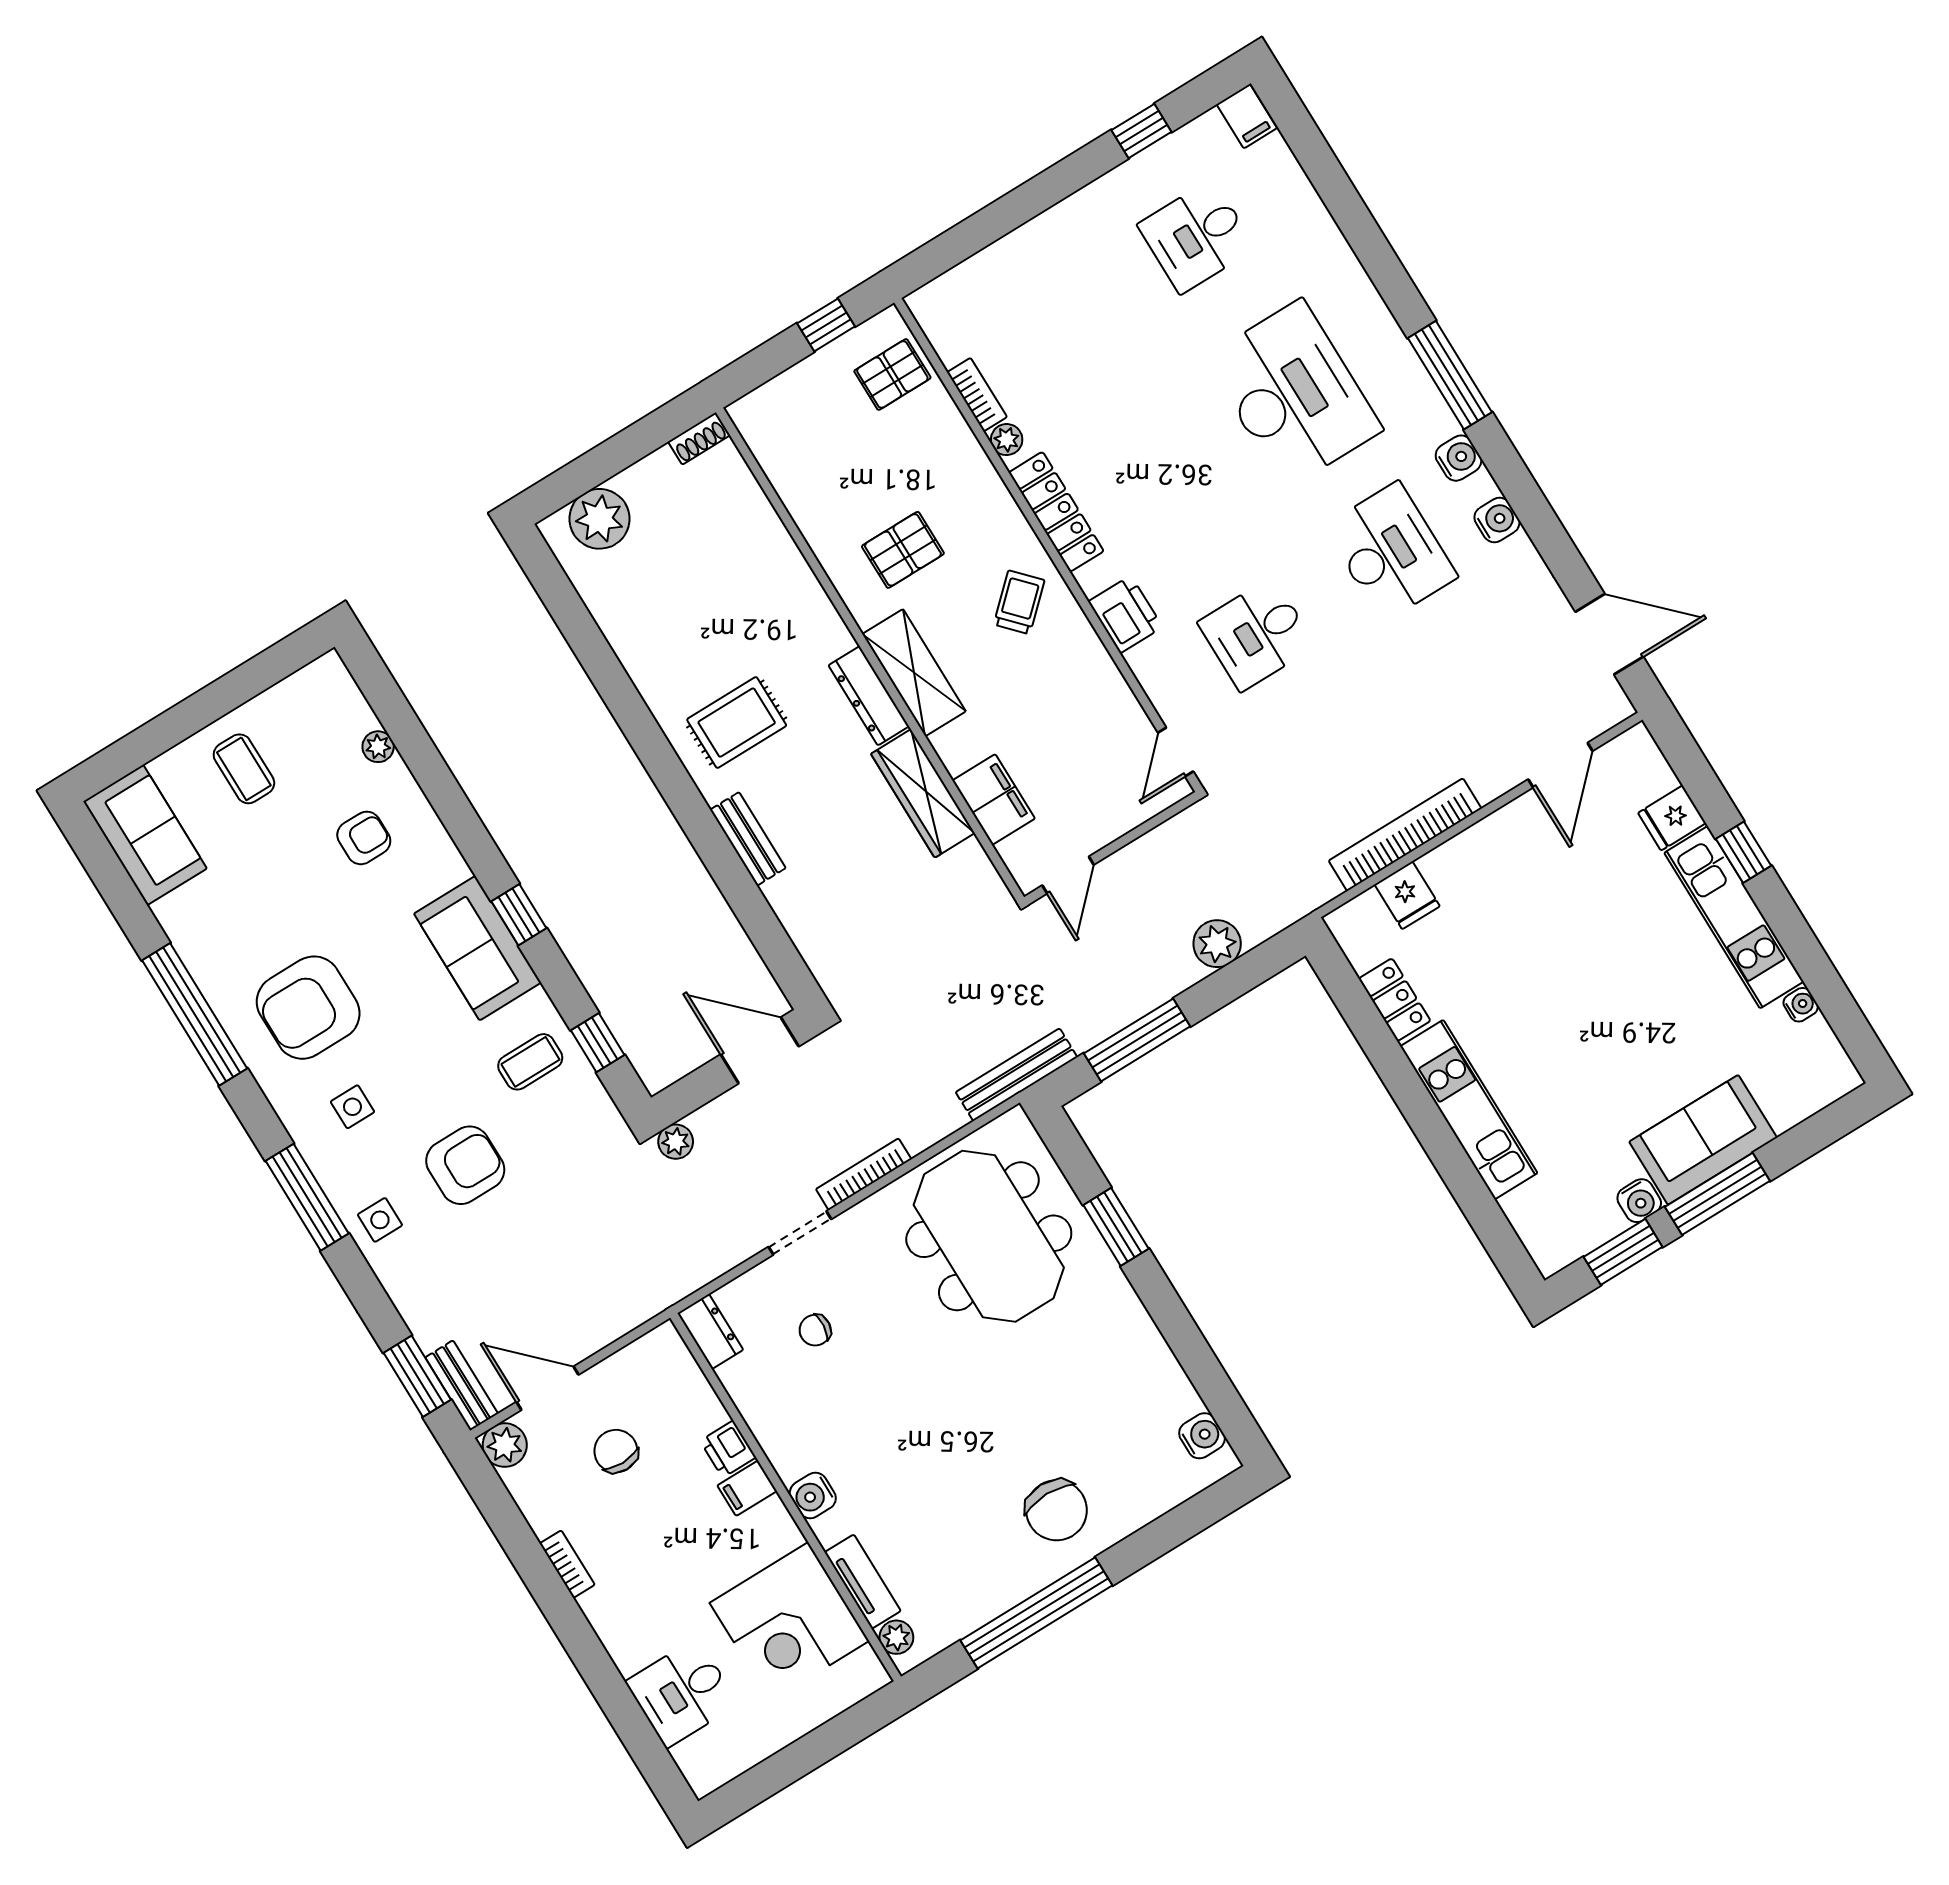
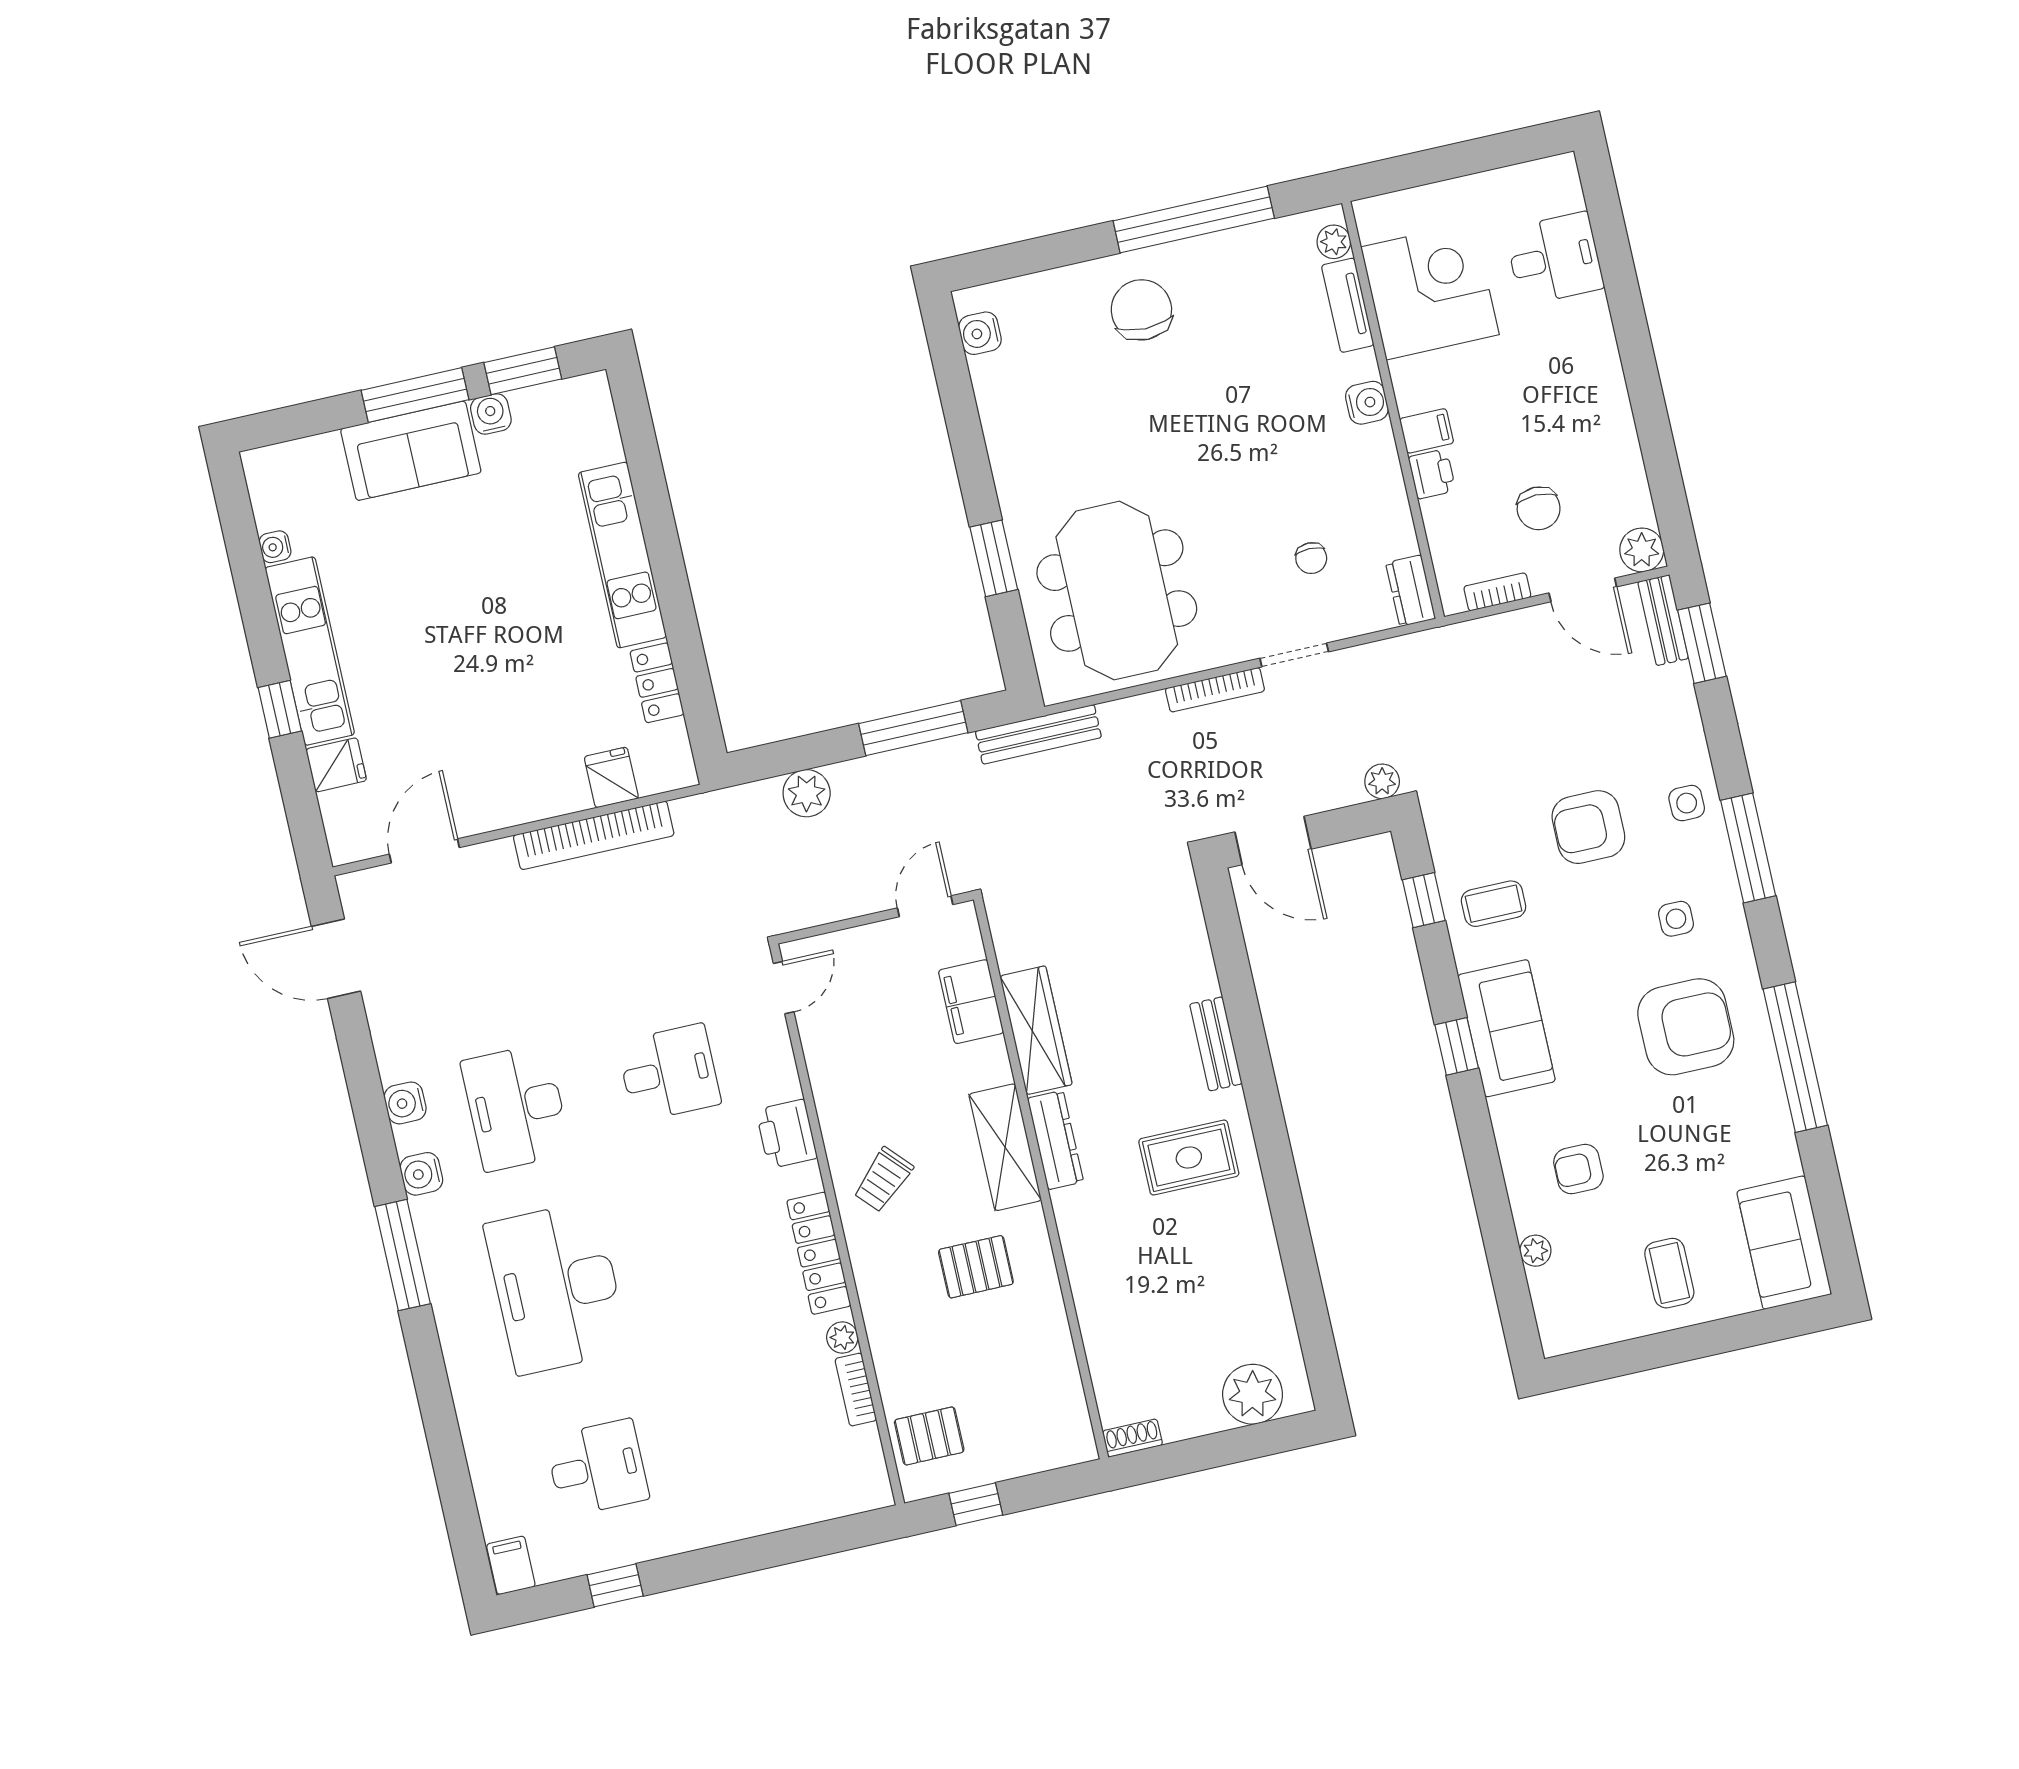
chair: (815, 1330) -> (1311, 558), turned 85
bookcase: (567, 1564) -> (1497, 592), moved, turned 90

